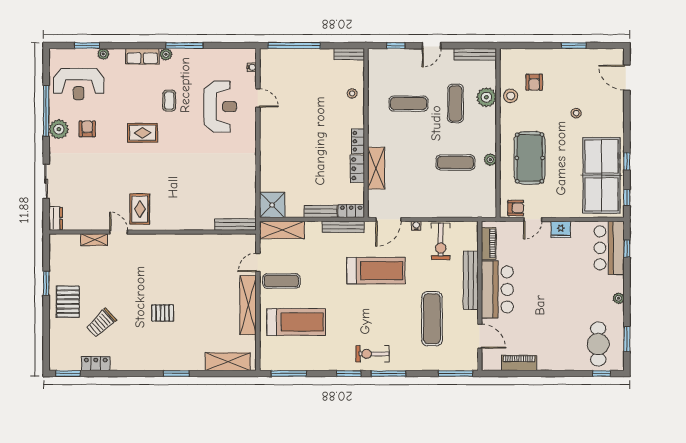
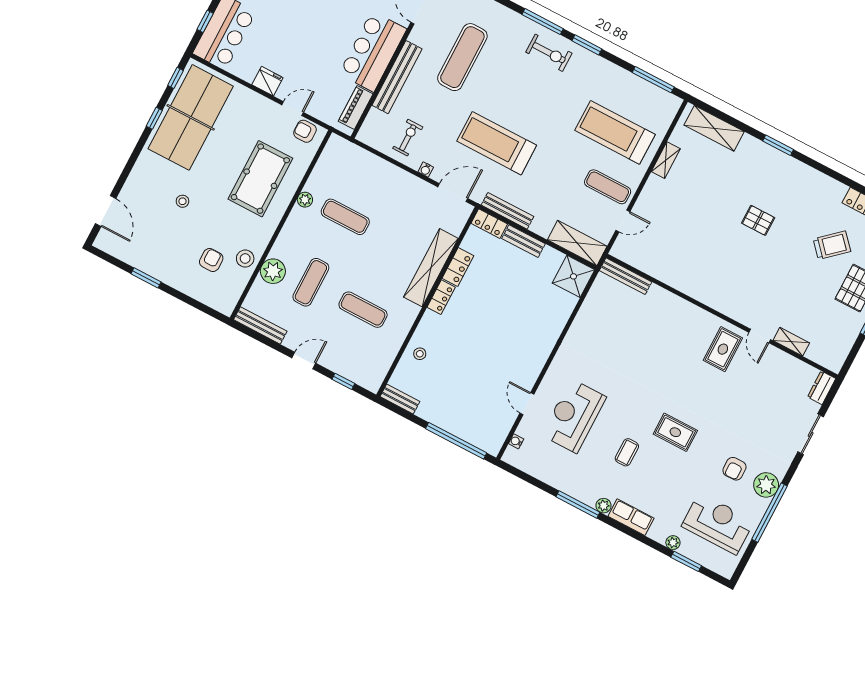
shelving: (376, 168) -> (431, 268), width x1.47
exercise bike: (441, 242) -> (408, 138), width x0.73, depth x0.72
shelving: (248, 305) -> (666, 160), width x0.45, depth x0.75

